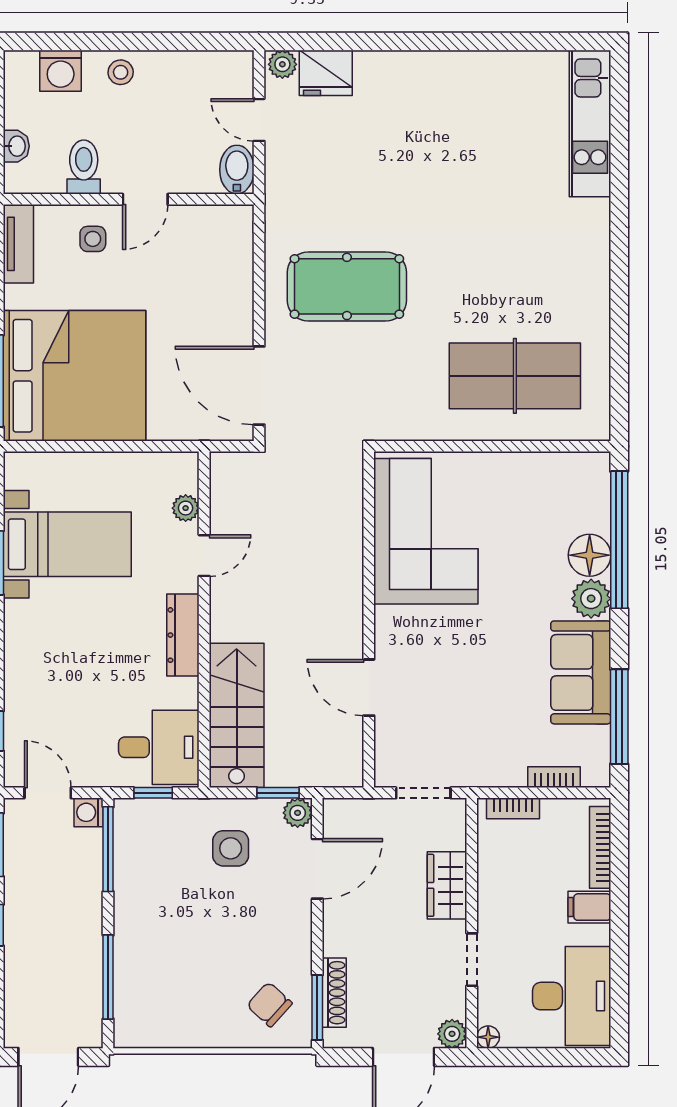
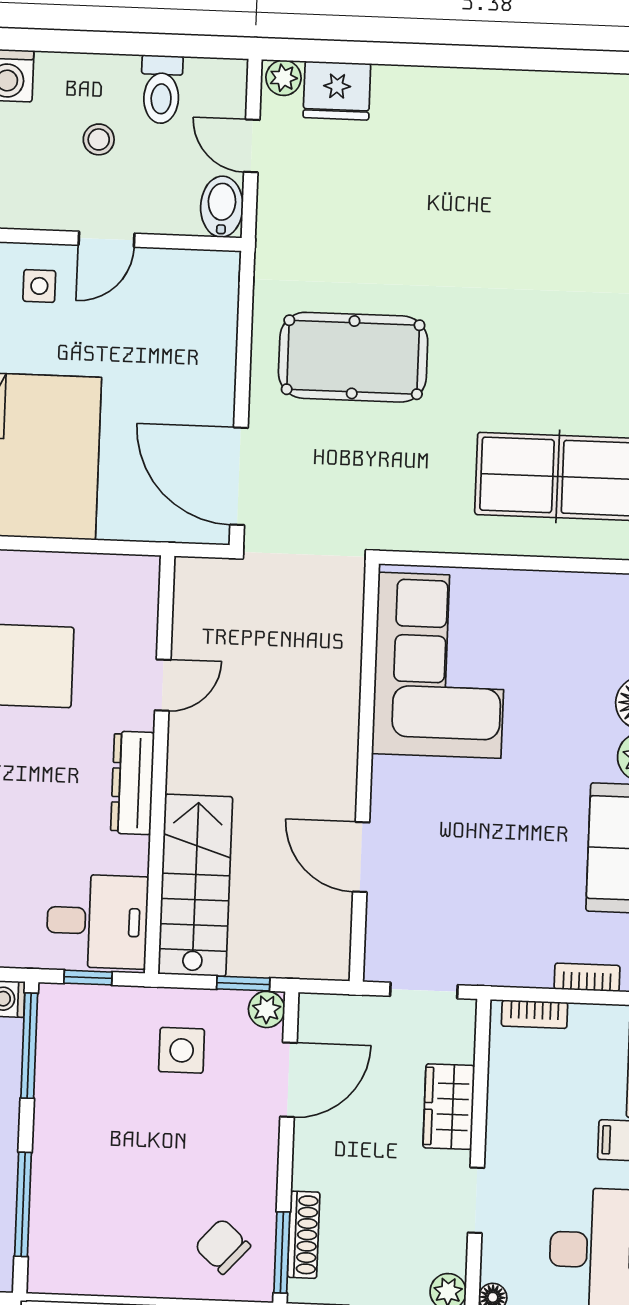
stool: (121, 72) -> (99, 139), moved
toilet: (84, 167) -> (161, 89), moved, turned 180
plant: (186, 508) -> (142, 625), removed

